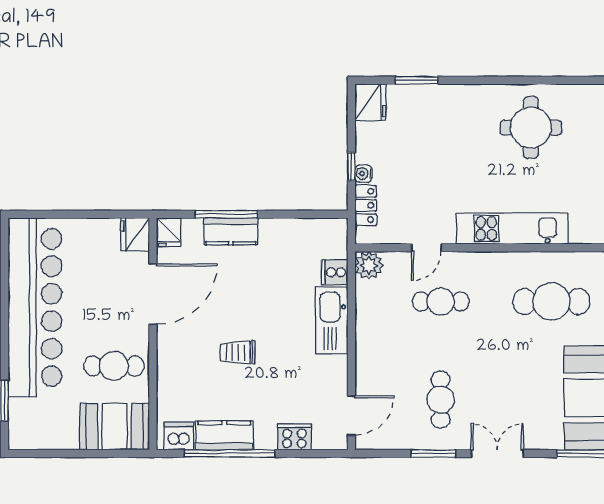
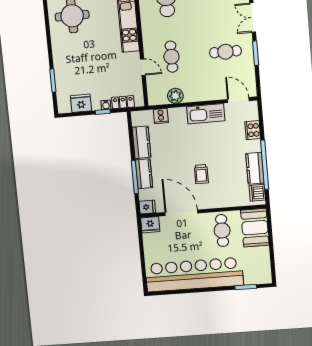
fridge: (371, 102) -> (81, 103), moved
kitchen counter: (289, 232) -> (141, 142), added
plant: (369, 265) -> (175, 96), moved
kitchen sink: (332, 320) -> (206, 114), moved
trolley: (238, 352) -> (201, 174), moved

